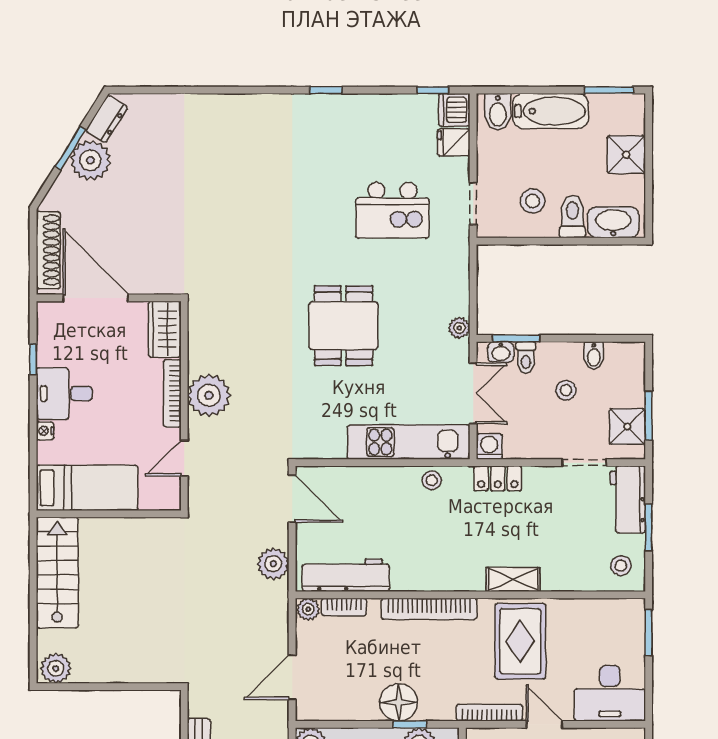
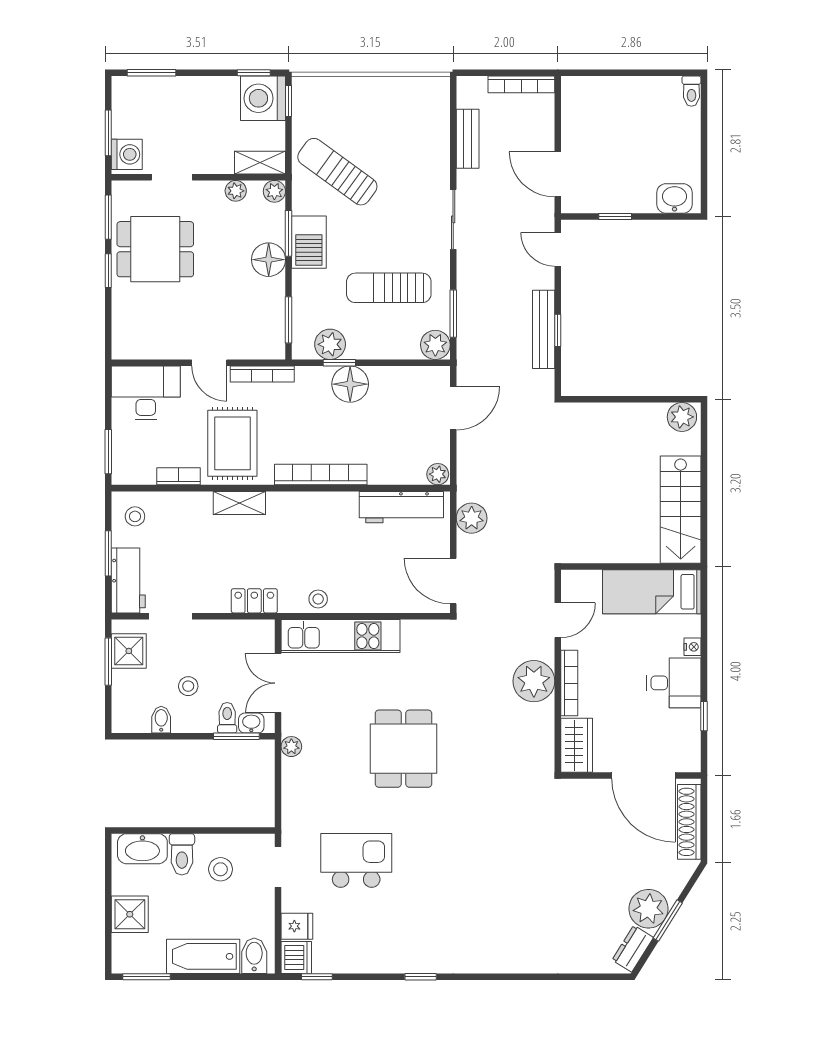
washing machine: (489, 446) -> (262, 632), removed
bookcase: (344, 607) -> (179, 476), moved

